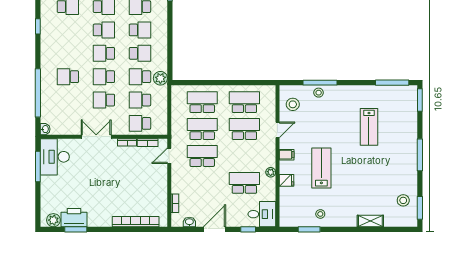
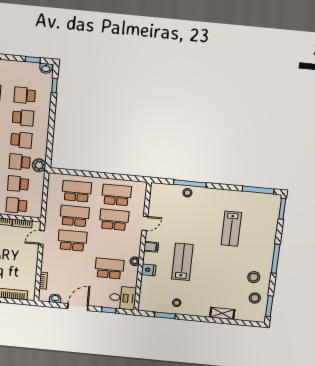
stool: (293, 104) -> (254, 277), moved

